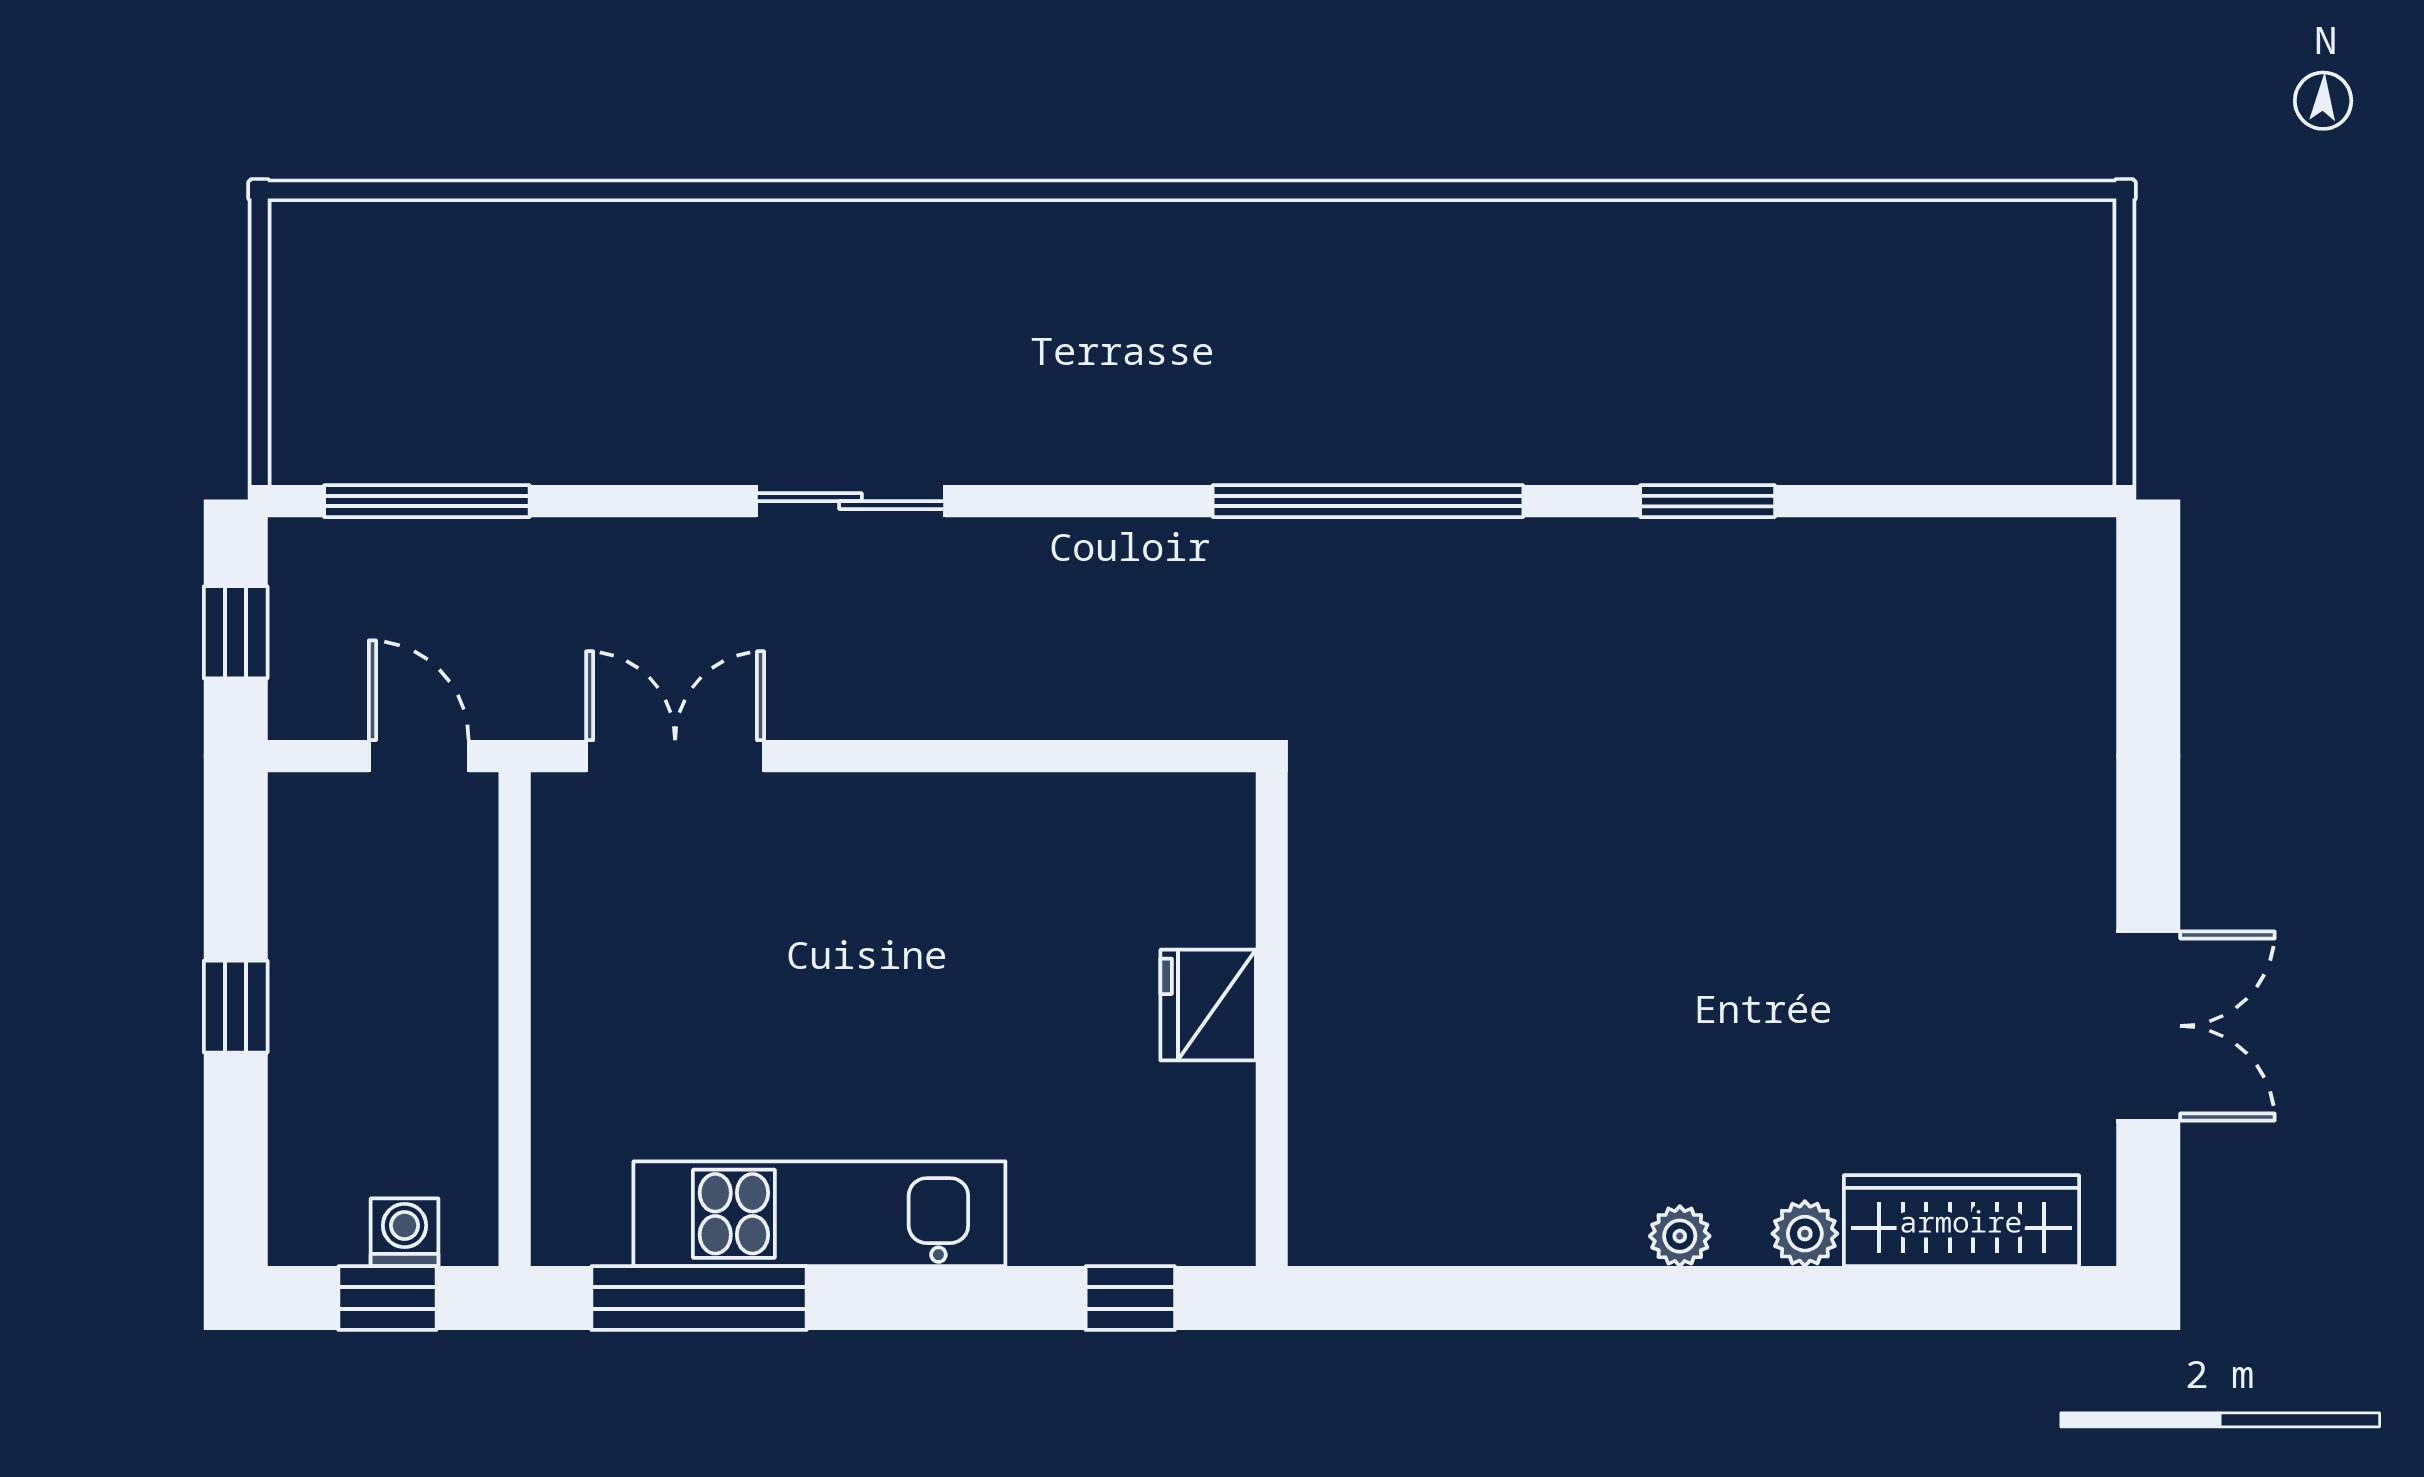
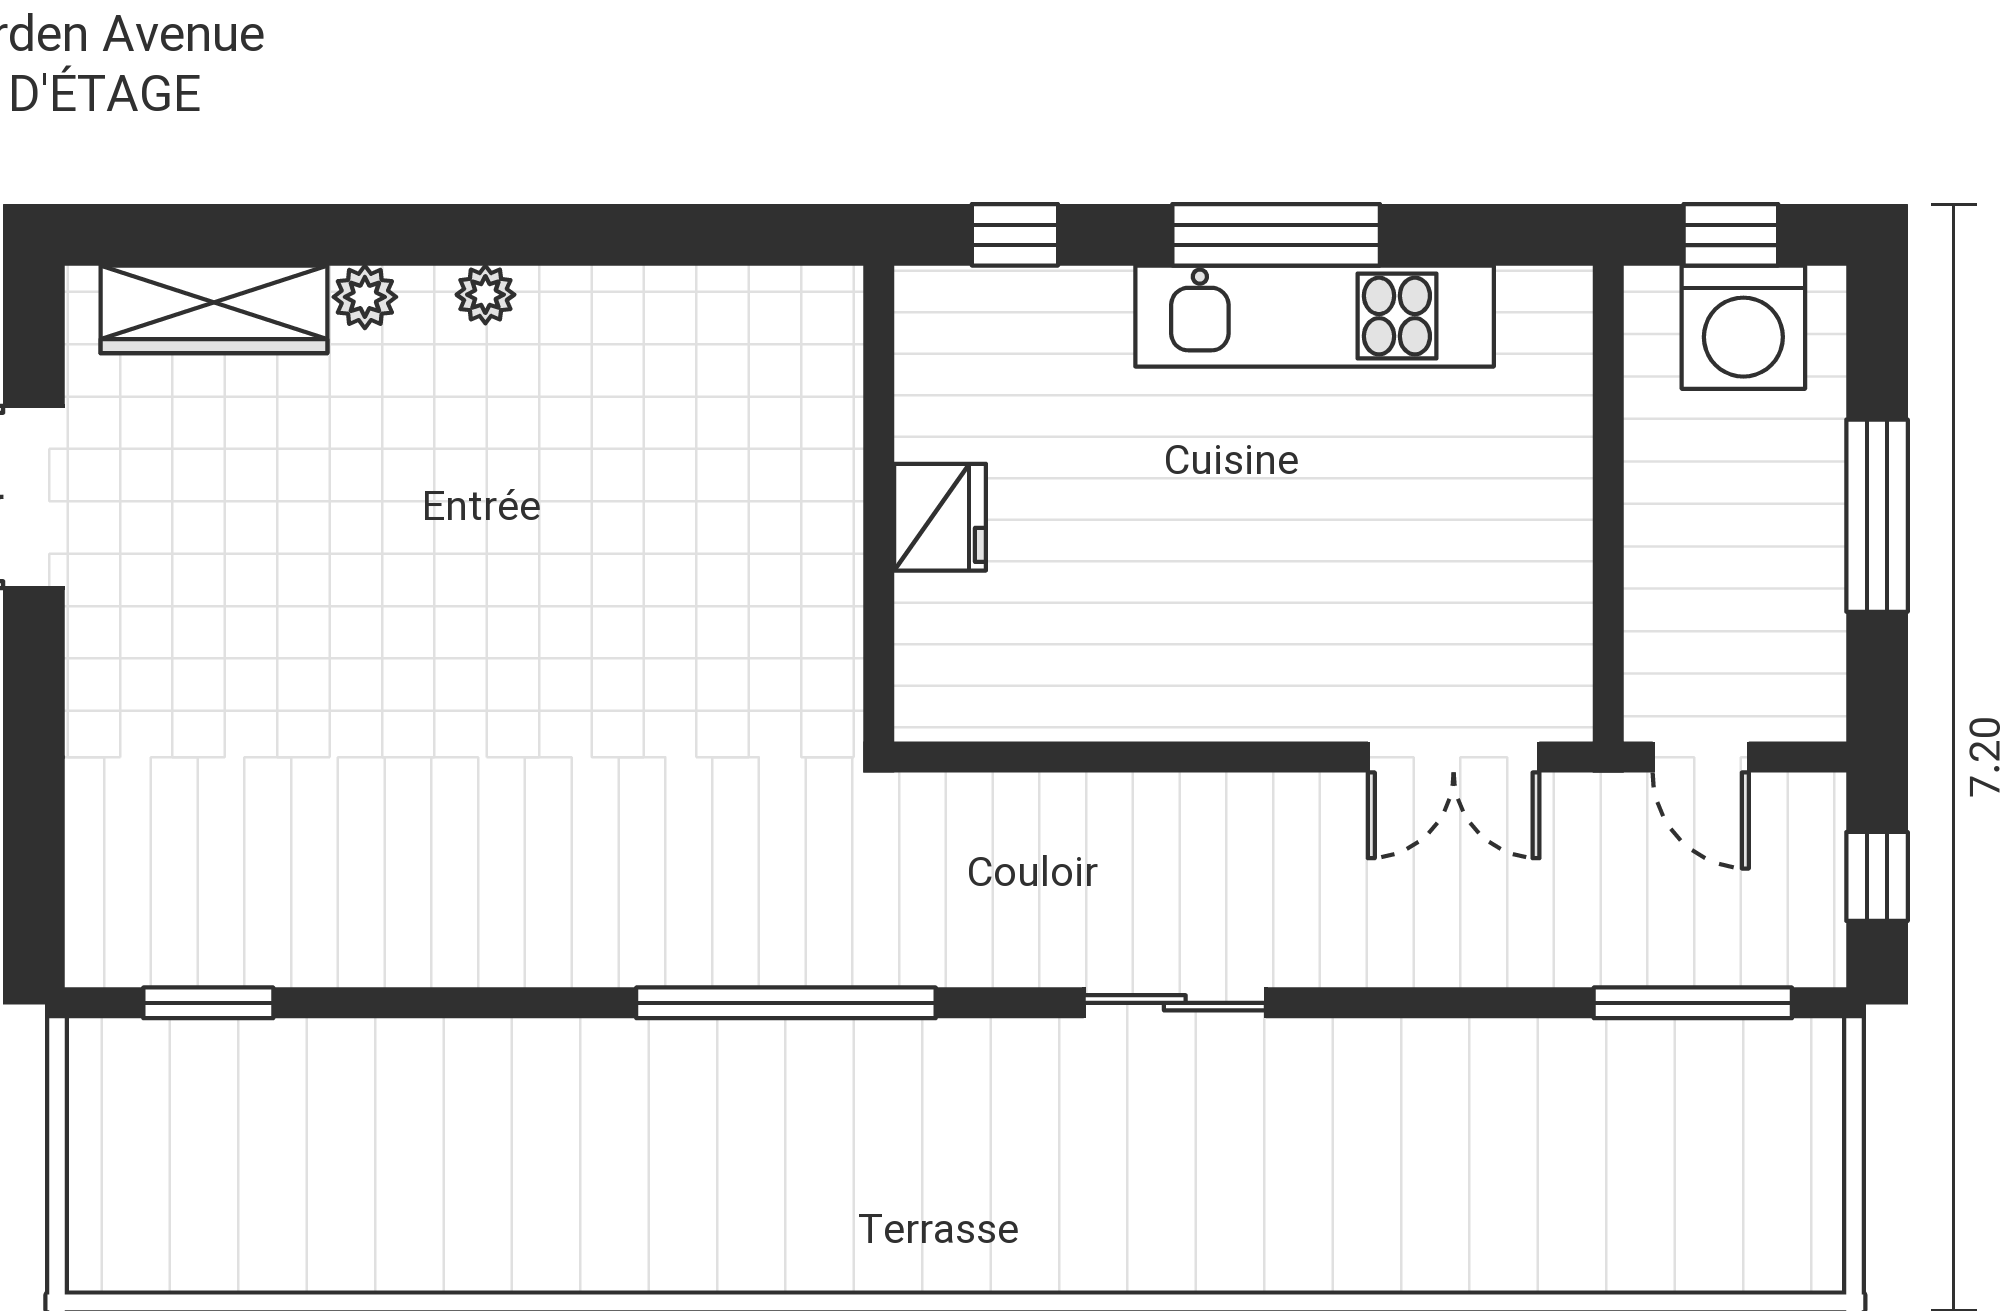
sliding door: (851, 501) -> (1175, 1003), moved
window: (1708, 501) -> (208, 1003), moved
window: (236, 1007) -> (1877, 516), width x2.17
washing machine: (405, 1232) -> (1743, 327), width x1.89, depth x1.89
window: (699, 1298) -> (1276, 235), moved

